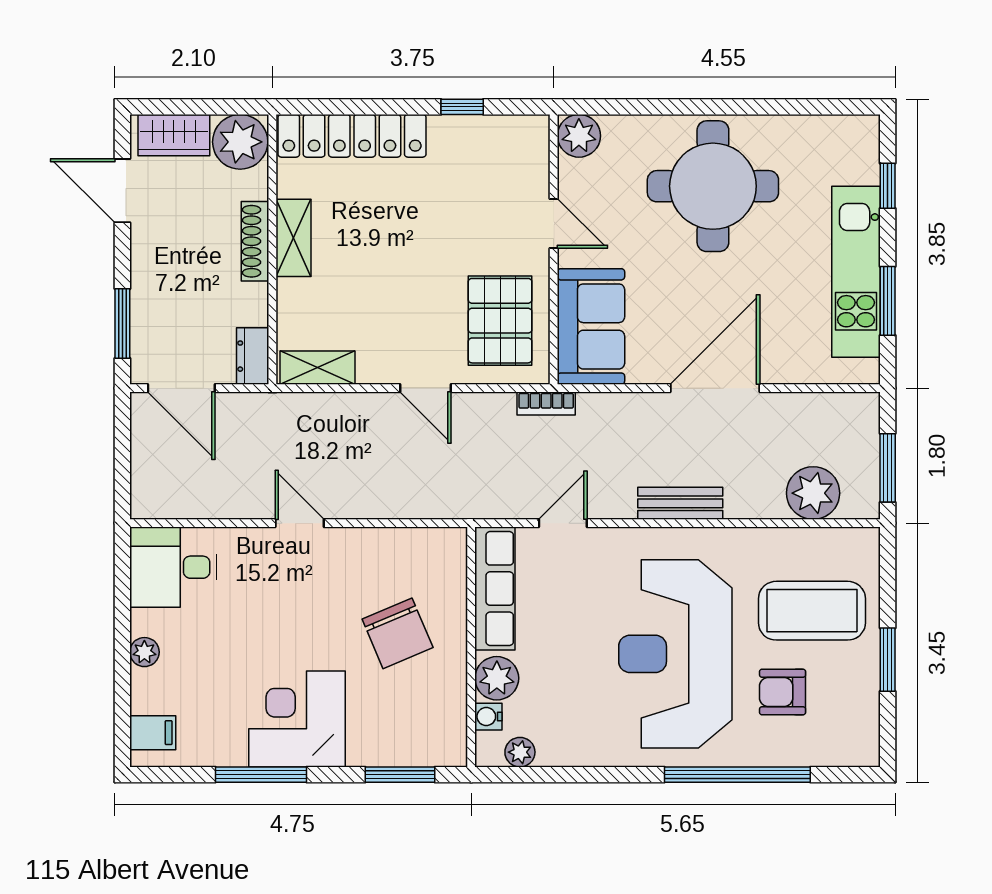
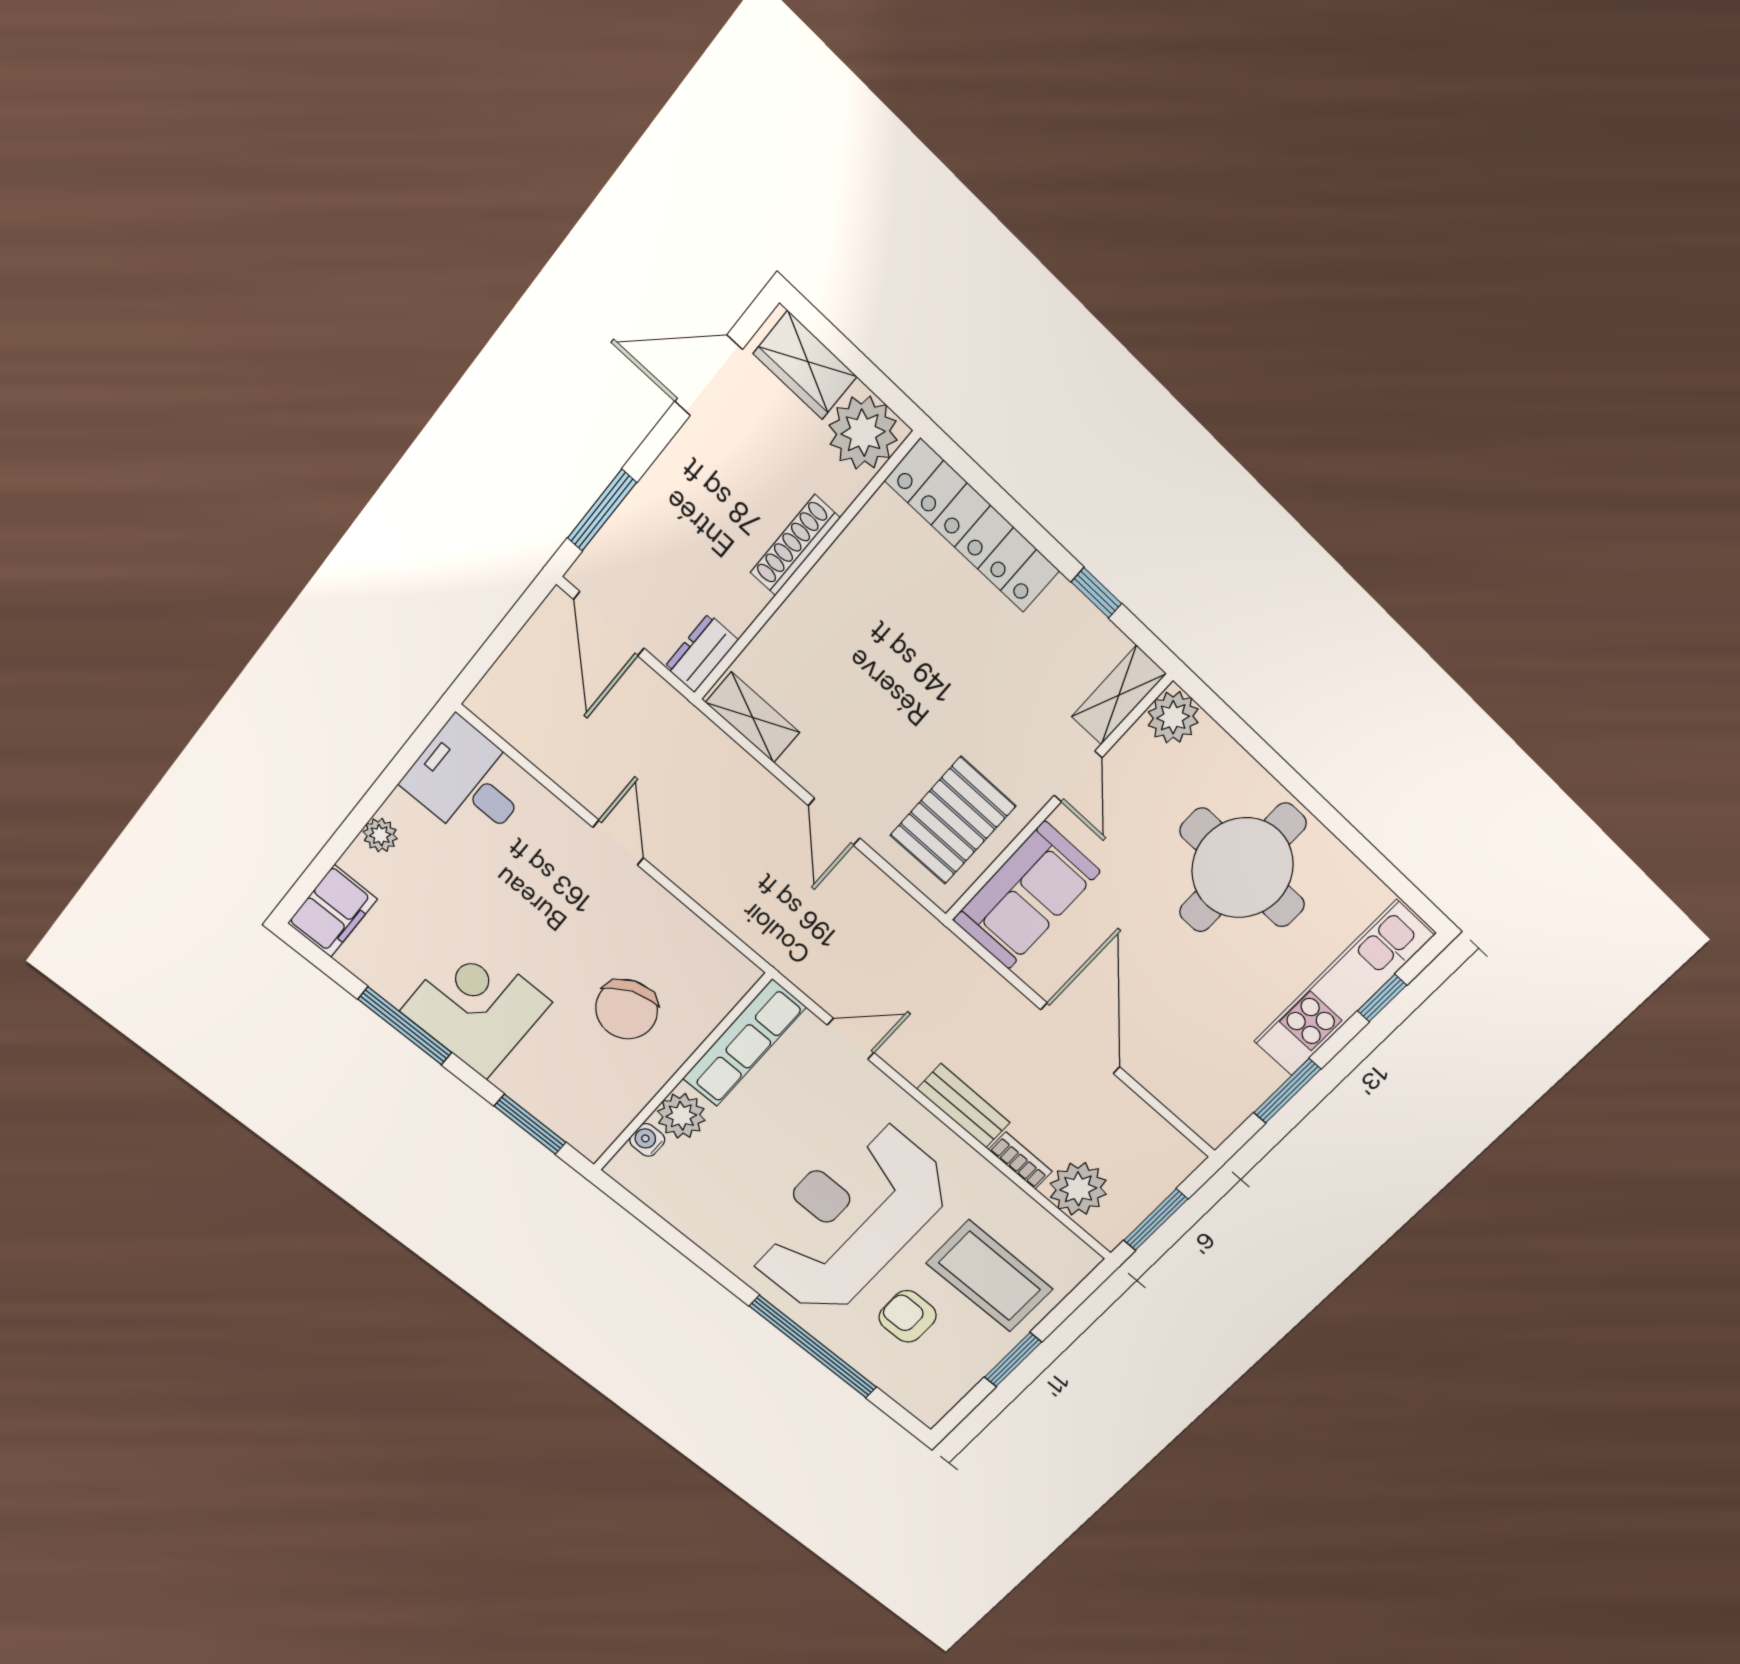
door: (122, 191) -> (708, 375), hinge flipped
shelving: (294, 238) -> (1119, 695), moved
kitchen unit: (856, 272) -> (1343, 989), moved
door: (715, 388) -> (1080, 1038), hinge flipped
bookcase: (546, 404) -> (1020, 1161), moved, turned 180
filing cabinet: (153, 733) -> (332, 911), width x2.00
plant: (520, 752) -> (649, 1189), removed

